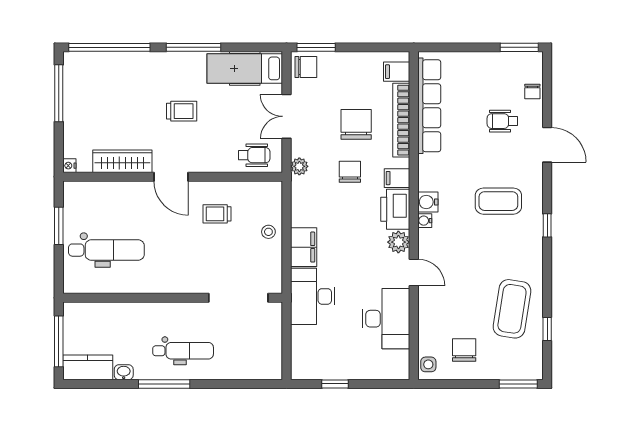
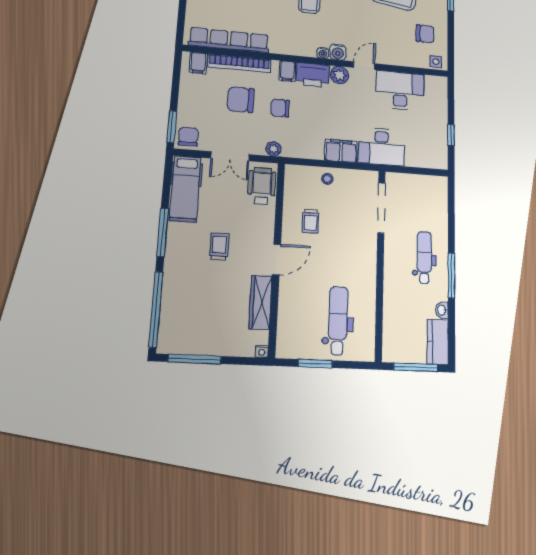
wheelchair: (254, 155) -> (262, 186), width x1.36, depth x1.37
water cooler: (428, 202) -> (338, 52), moved
chair: (464, 350) -> (425, 34), turned 180

